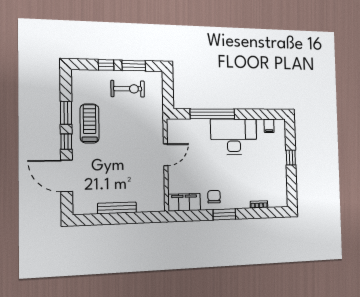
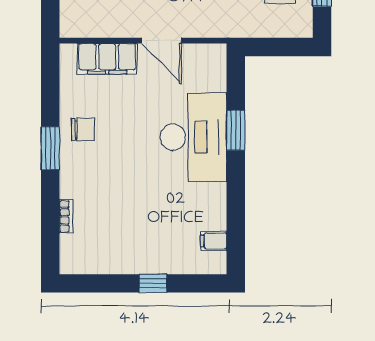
window: (213, 114) -> (236, 130), width x0.47
desk: (234, 137) -> (193, 137), moved
filing cabinet: (184, 202) -> (107, 59), moved, turned 90

